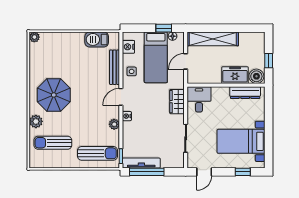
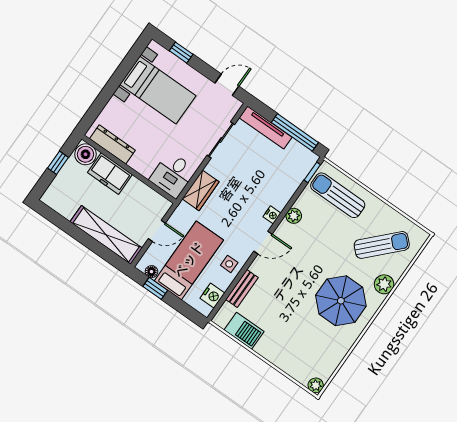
bench: (115, 67) -> (242, 288), width x0.73
sun lounger: (53, 143) -> (382, 245), turned -46
tv unit: (141, 163) -> (266, 127), moved

